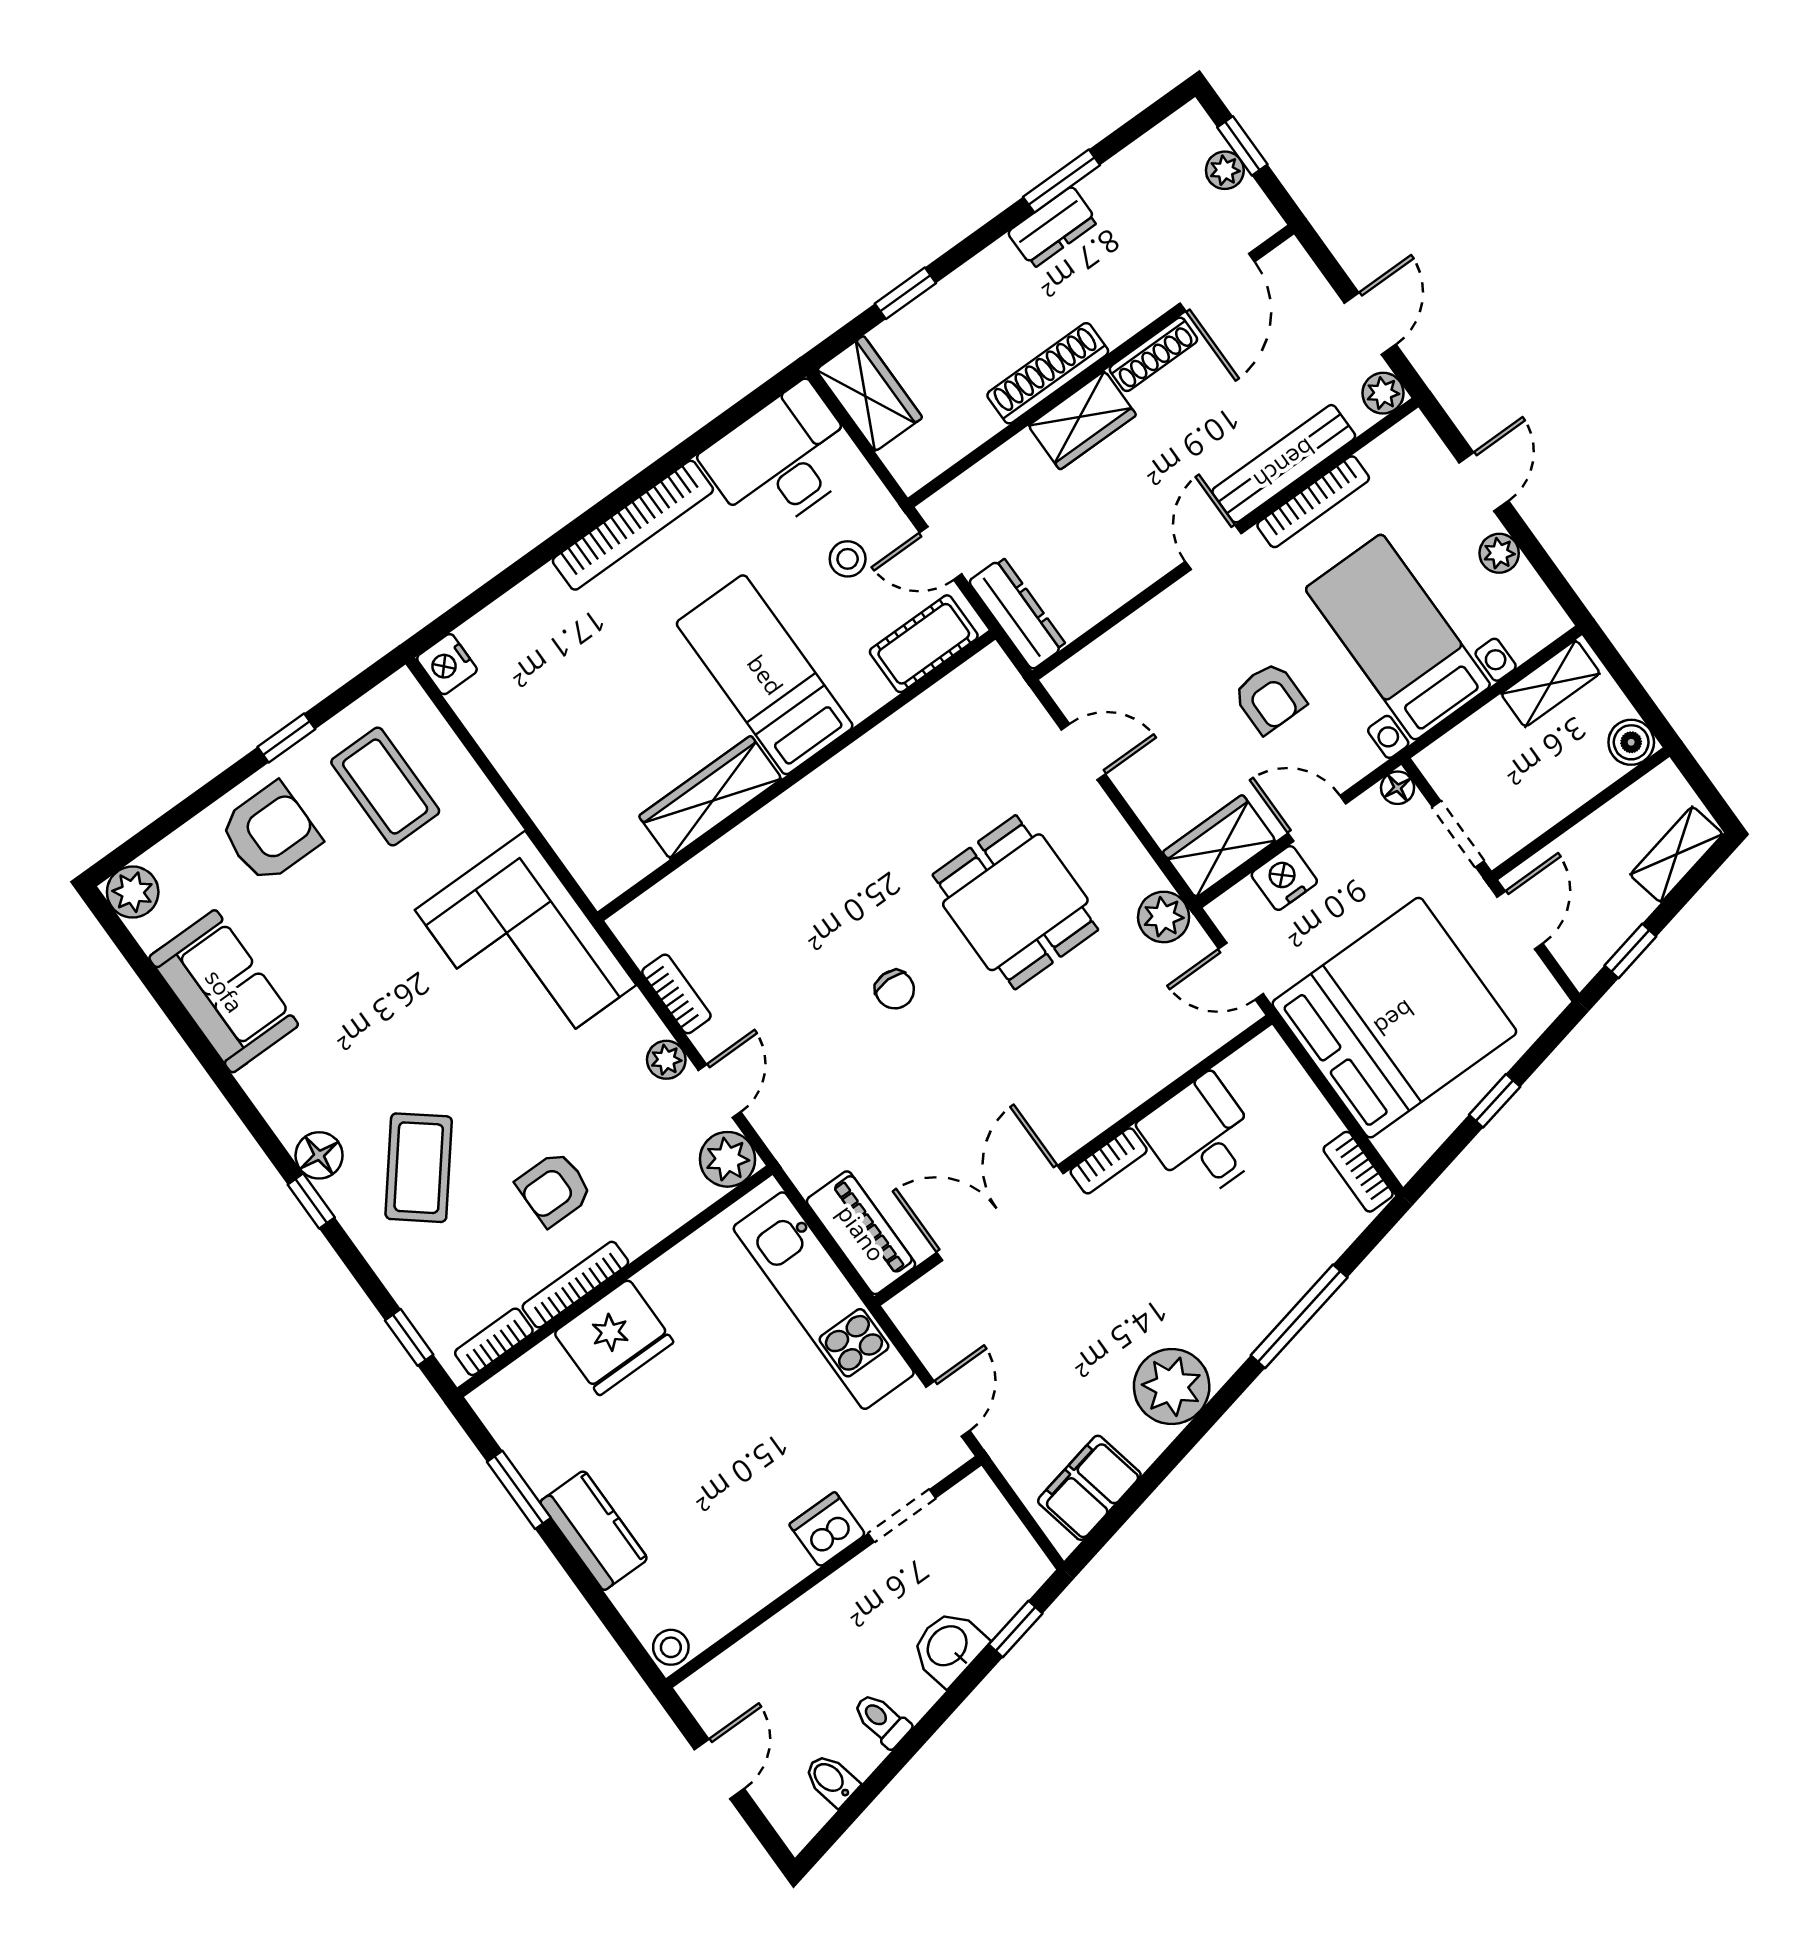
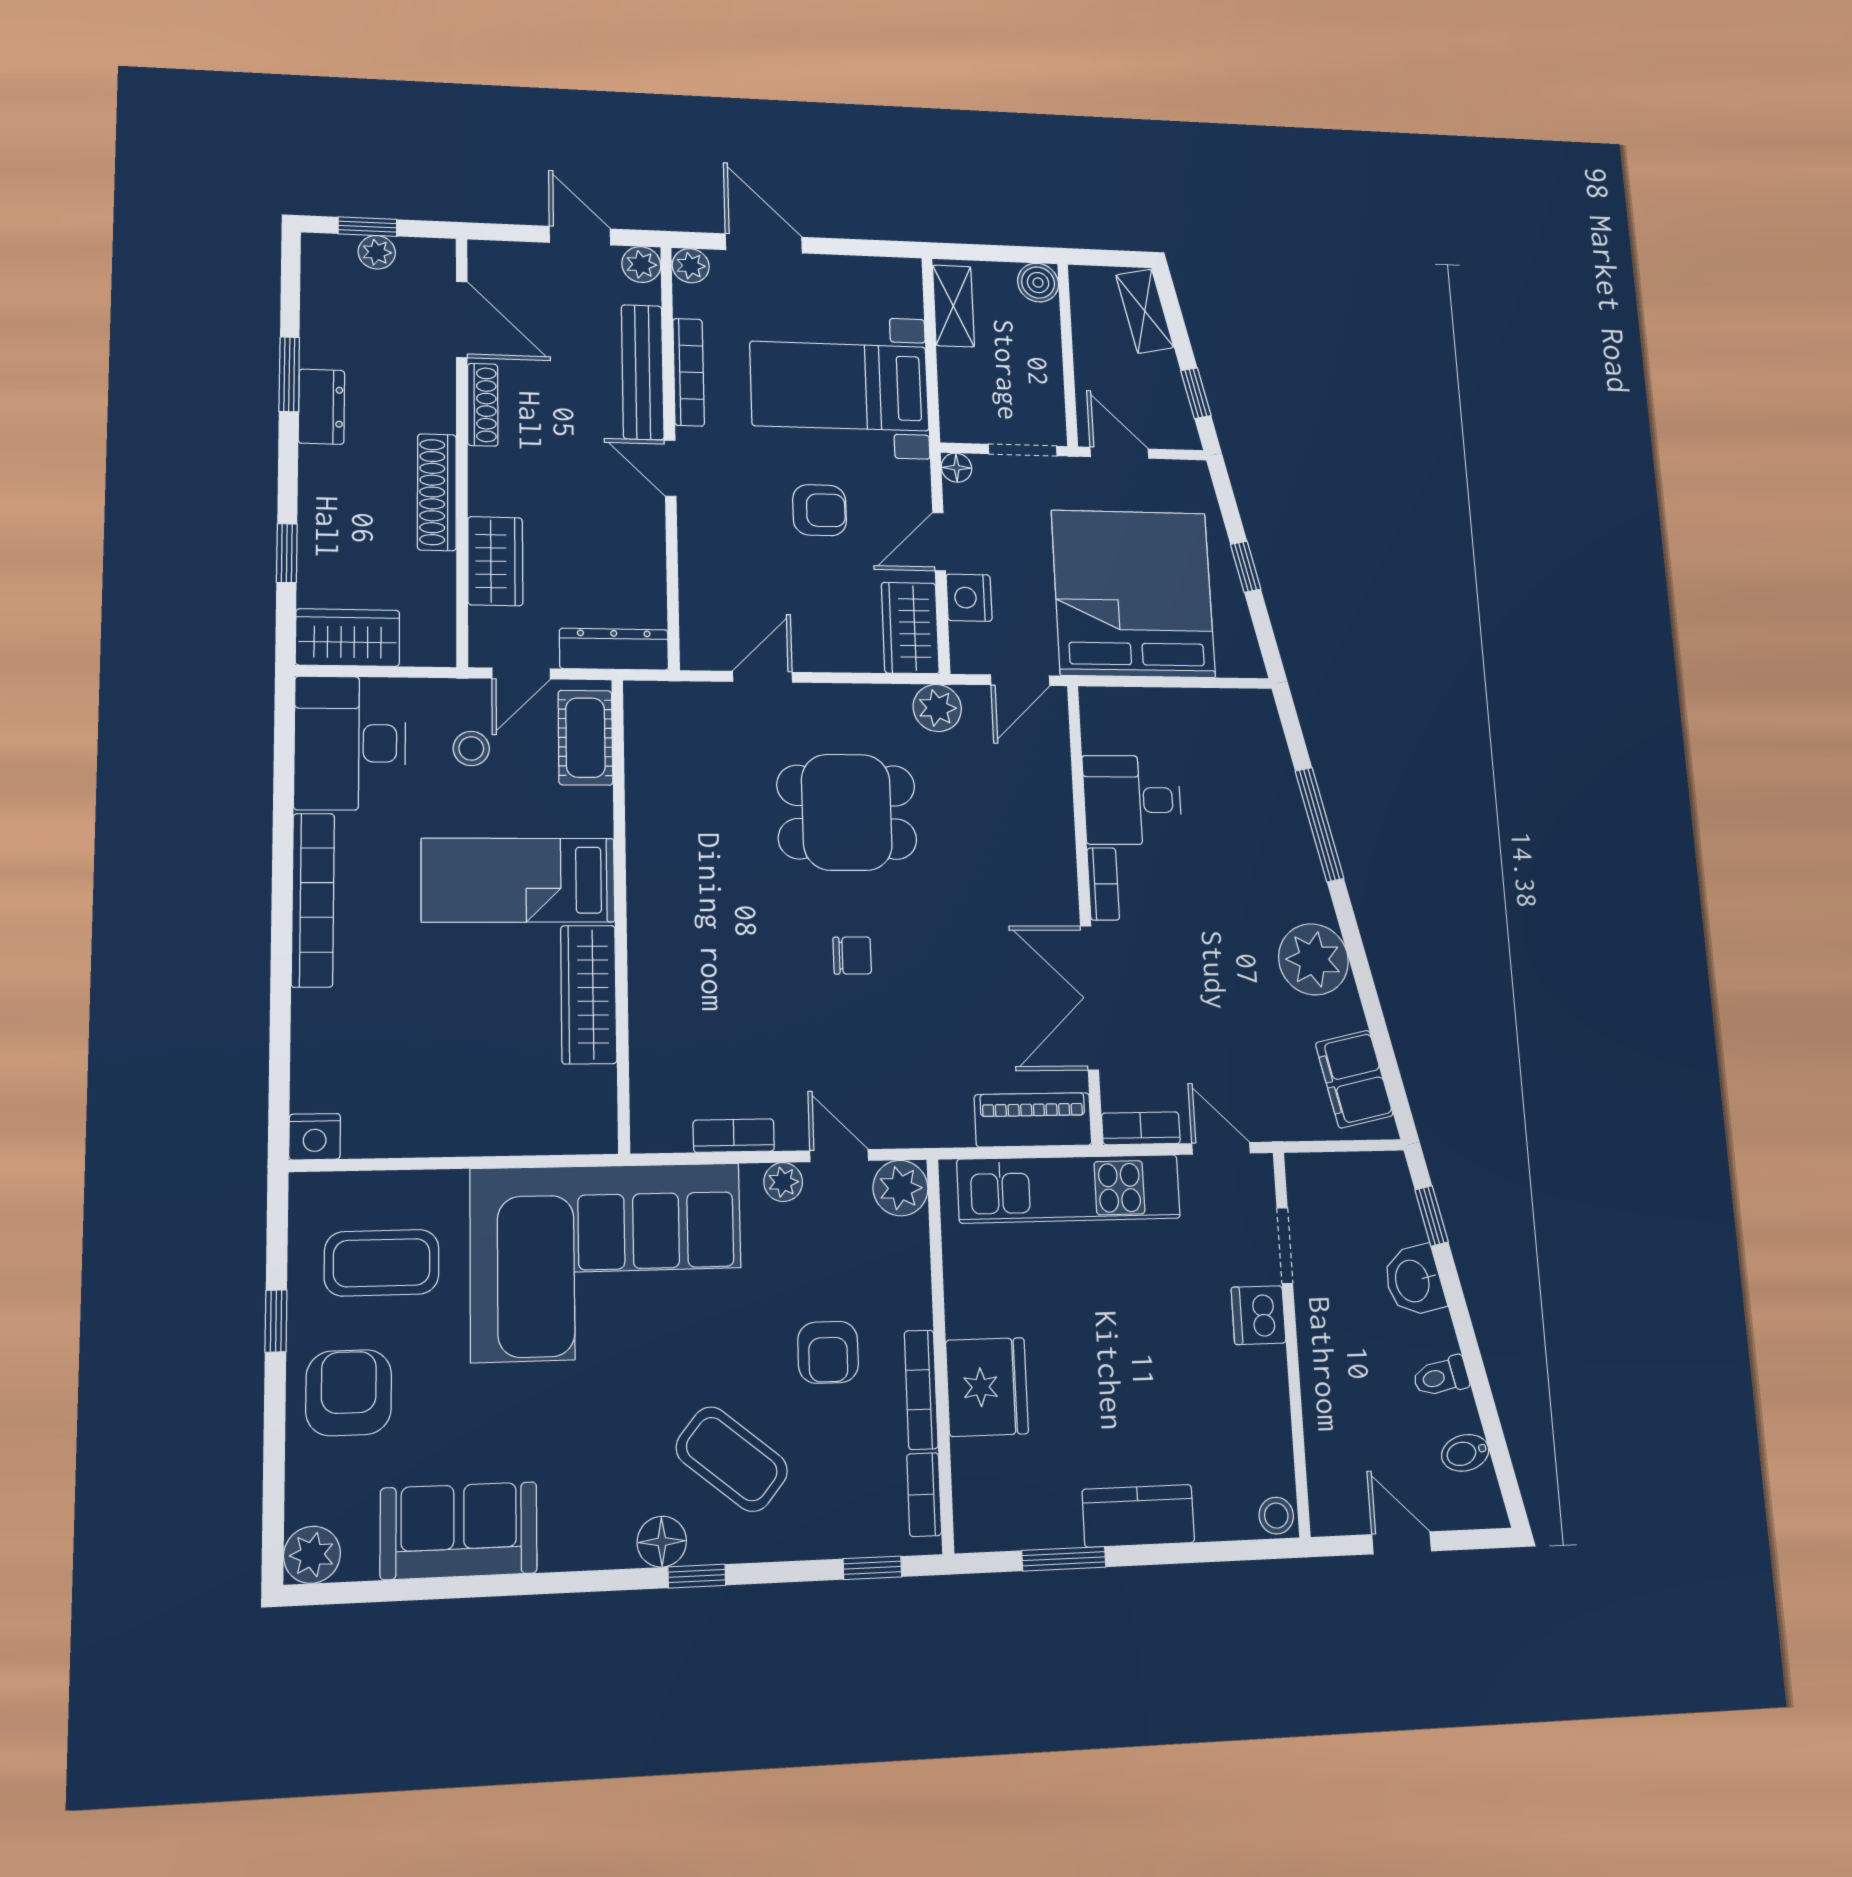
wardrobe: (1082, 420) -> (495, 561), moved
door: (1484, 482) -> (764, 243), width x1.37
plant: (1499, 553) -> (691, 266), moved
corner sofa: (525, 948) -> (607, 1262), width x1.36, depth x1.36
bookcase: (1358, 1172) -> (1141, 1128), moved, turned 180

